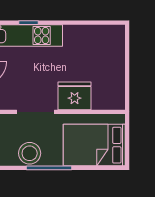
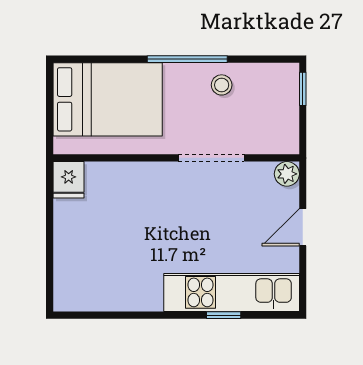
fridge: (75, 96) -> (69, 180), moved, width x0.53, depth x0.75
stool: (30, 153) -> (222, 85), width x0.53, depth x0.53

